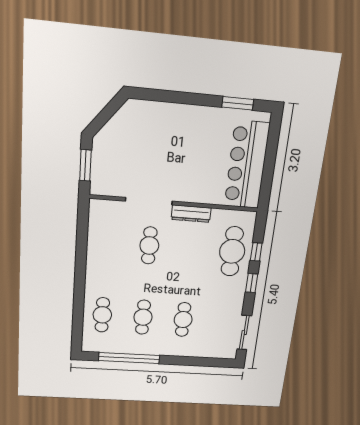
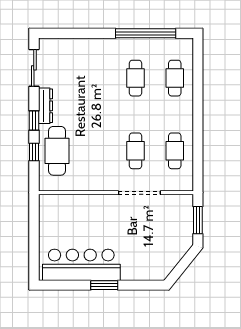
window: (238, 103) -> (104, 285), moved
bar counter: (247, 165) -> (81, 265), moved, turned -90
dresser: (191, 214) -> (45, 106), moved, turned 90
cafe table: (183, 320) -> (175, 151), moved

